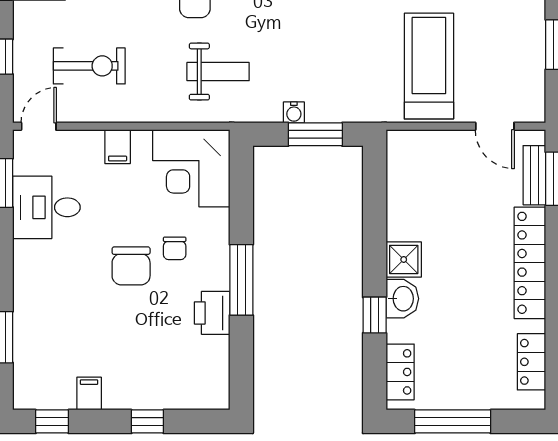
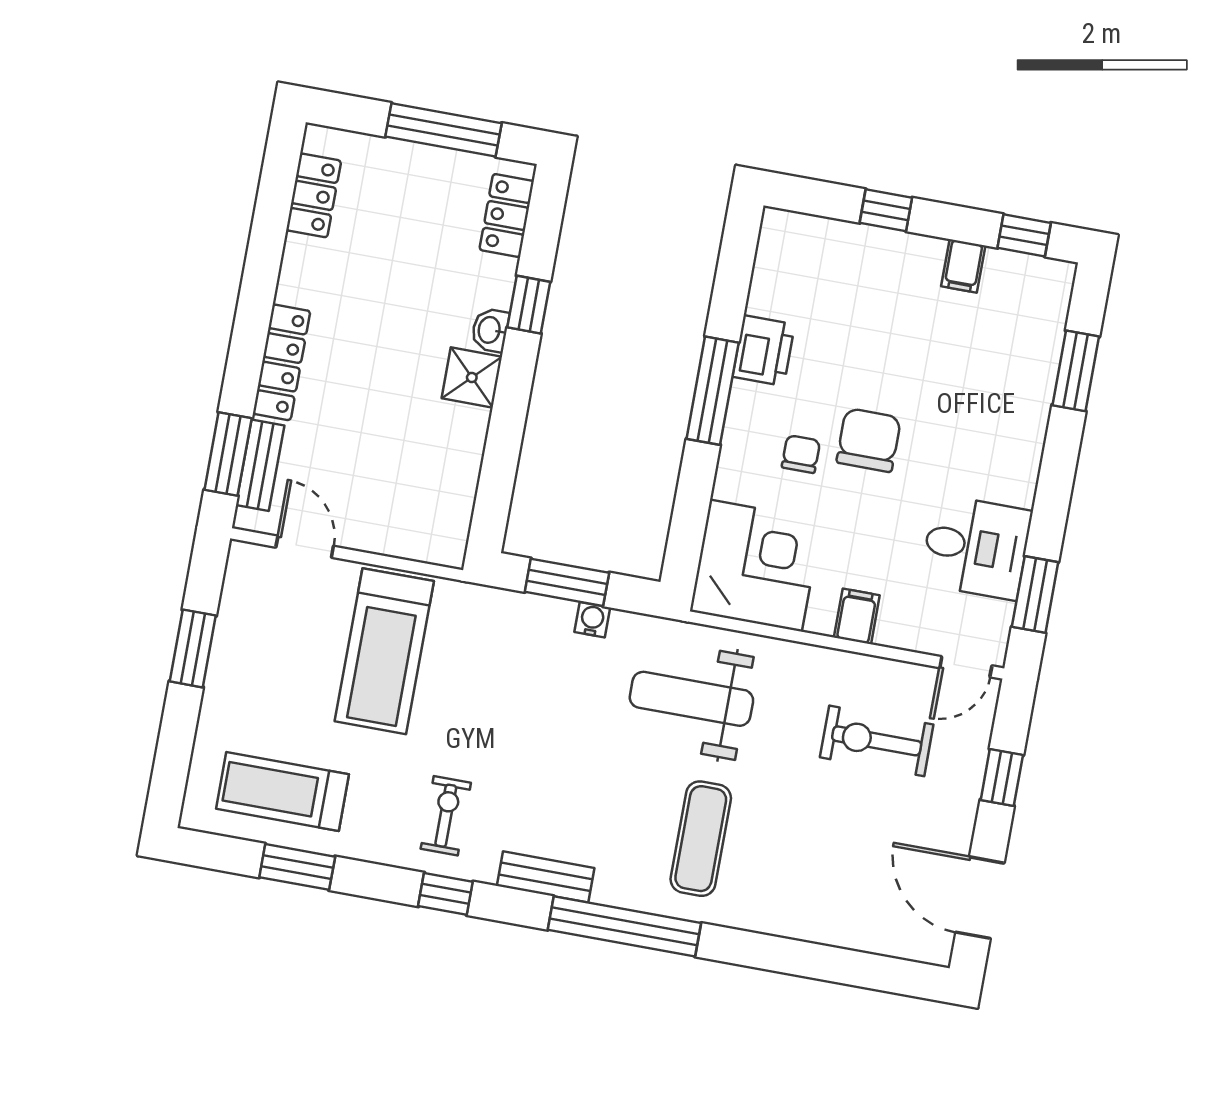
weight bench: (218, 72) -> (691, 699), width x1.36, depth x1.33
locker: (530, 263) -> (281, 362), width x0.71, depth x0.83
washbasin: (402, 299) -> (490, 330), width x0.72, depth x0.69

